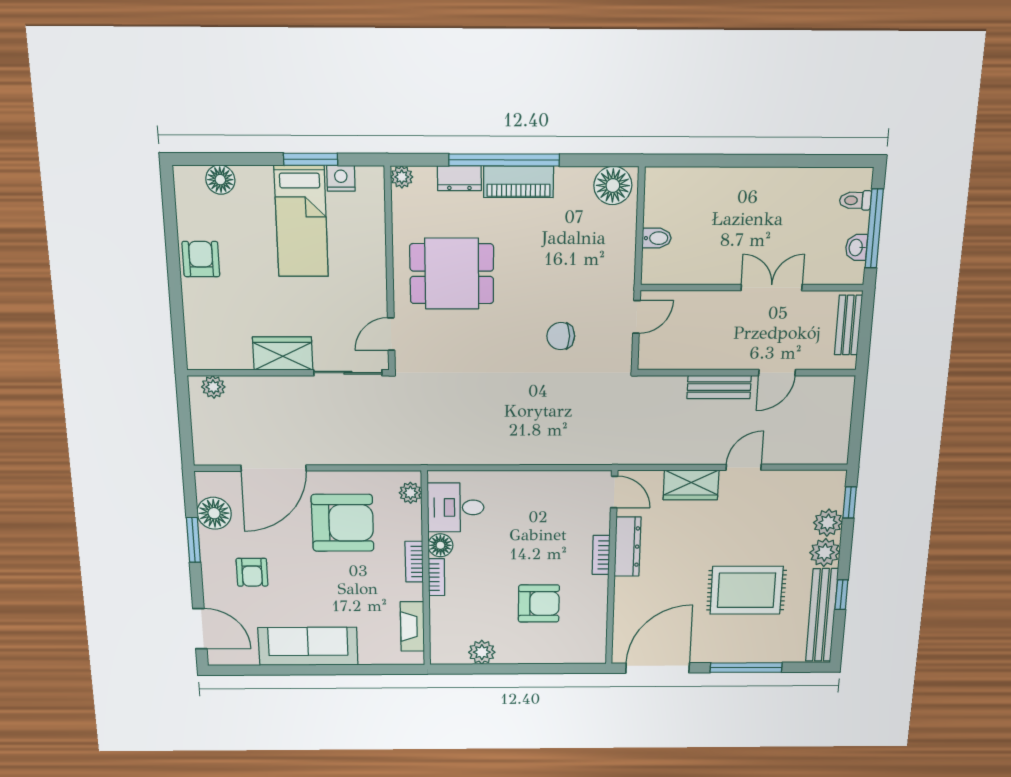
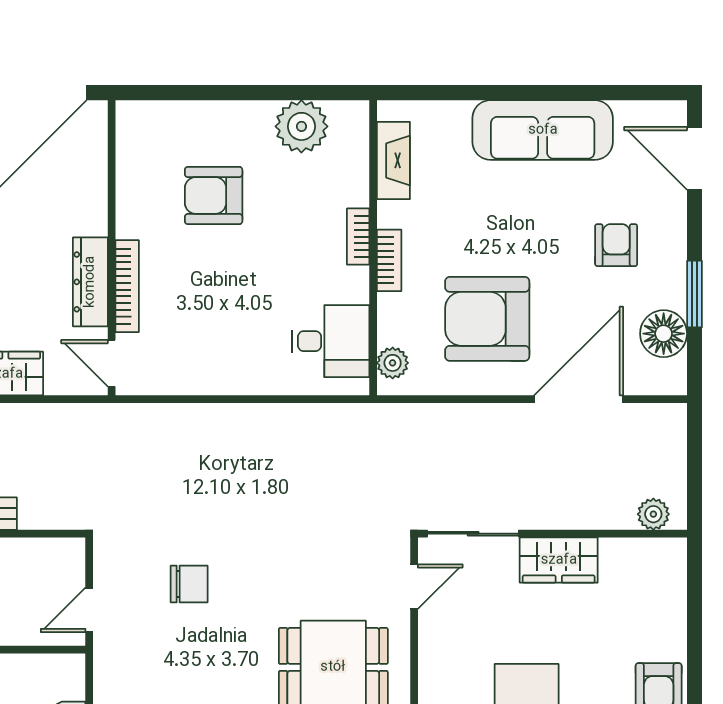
floor lamp: (440, 545) -> (352, 285), removed
bookcase: (601, 555) -> (127, 286), width x1.56
plant: (482, 652) -> (301, 126), width x1.36, depth x1.36

